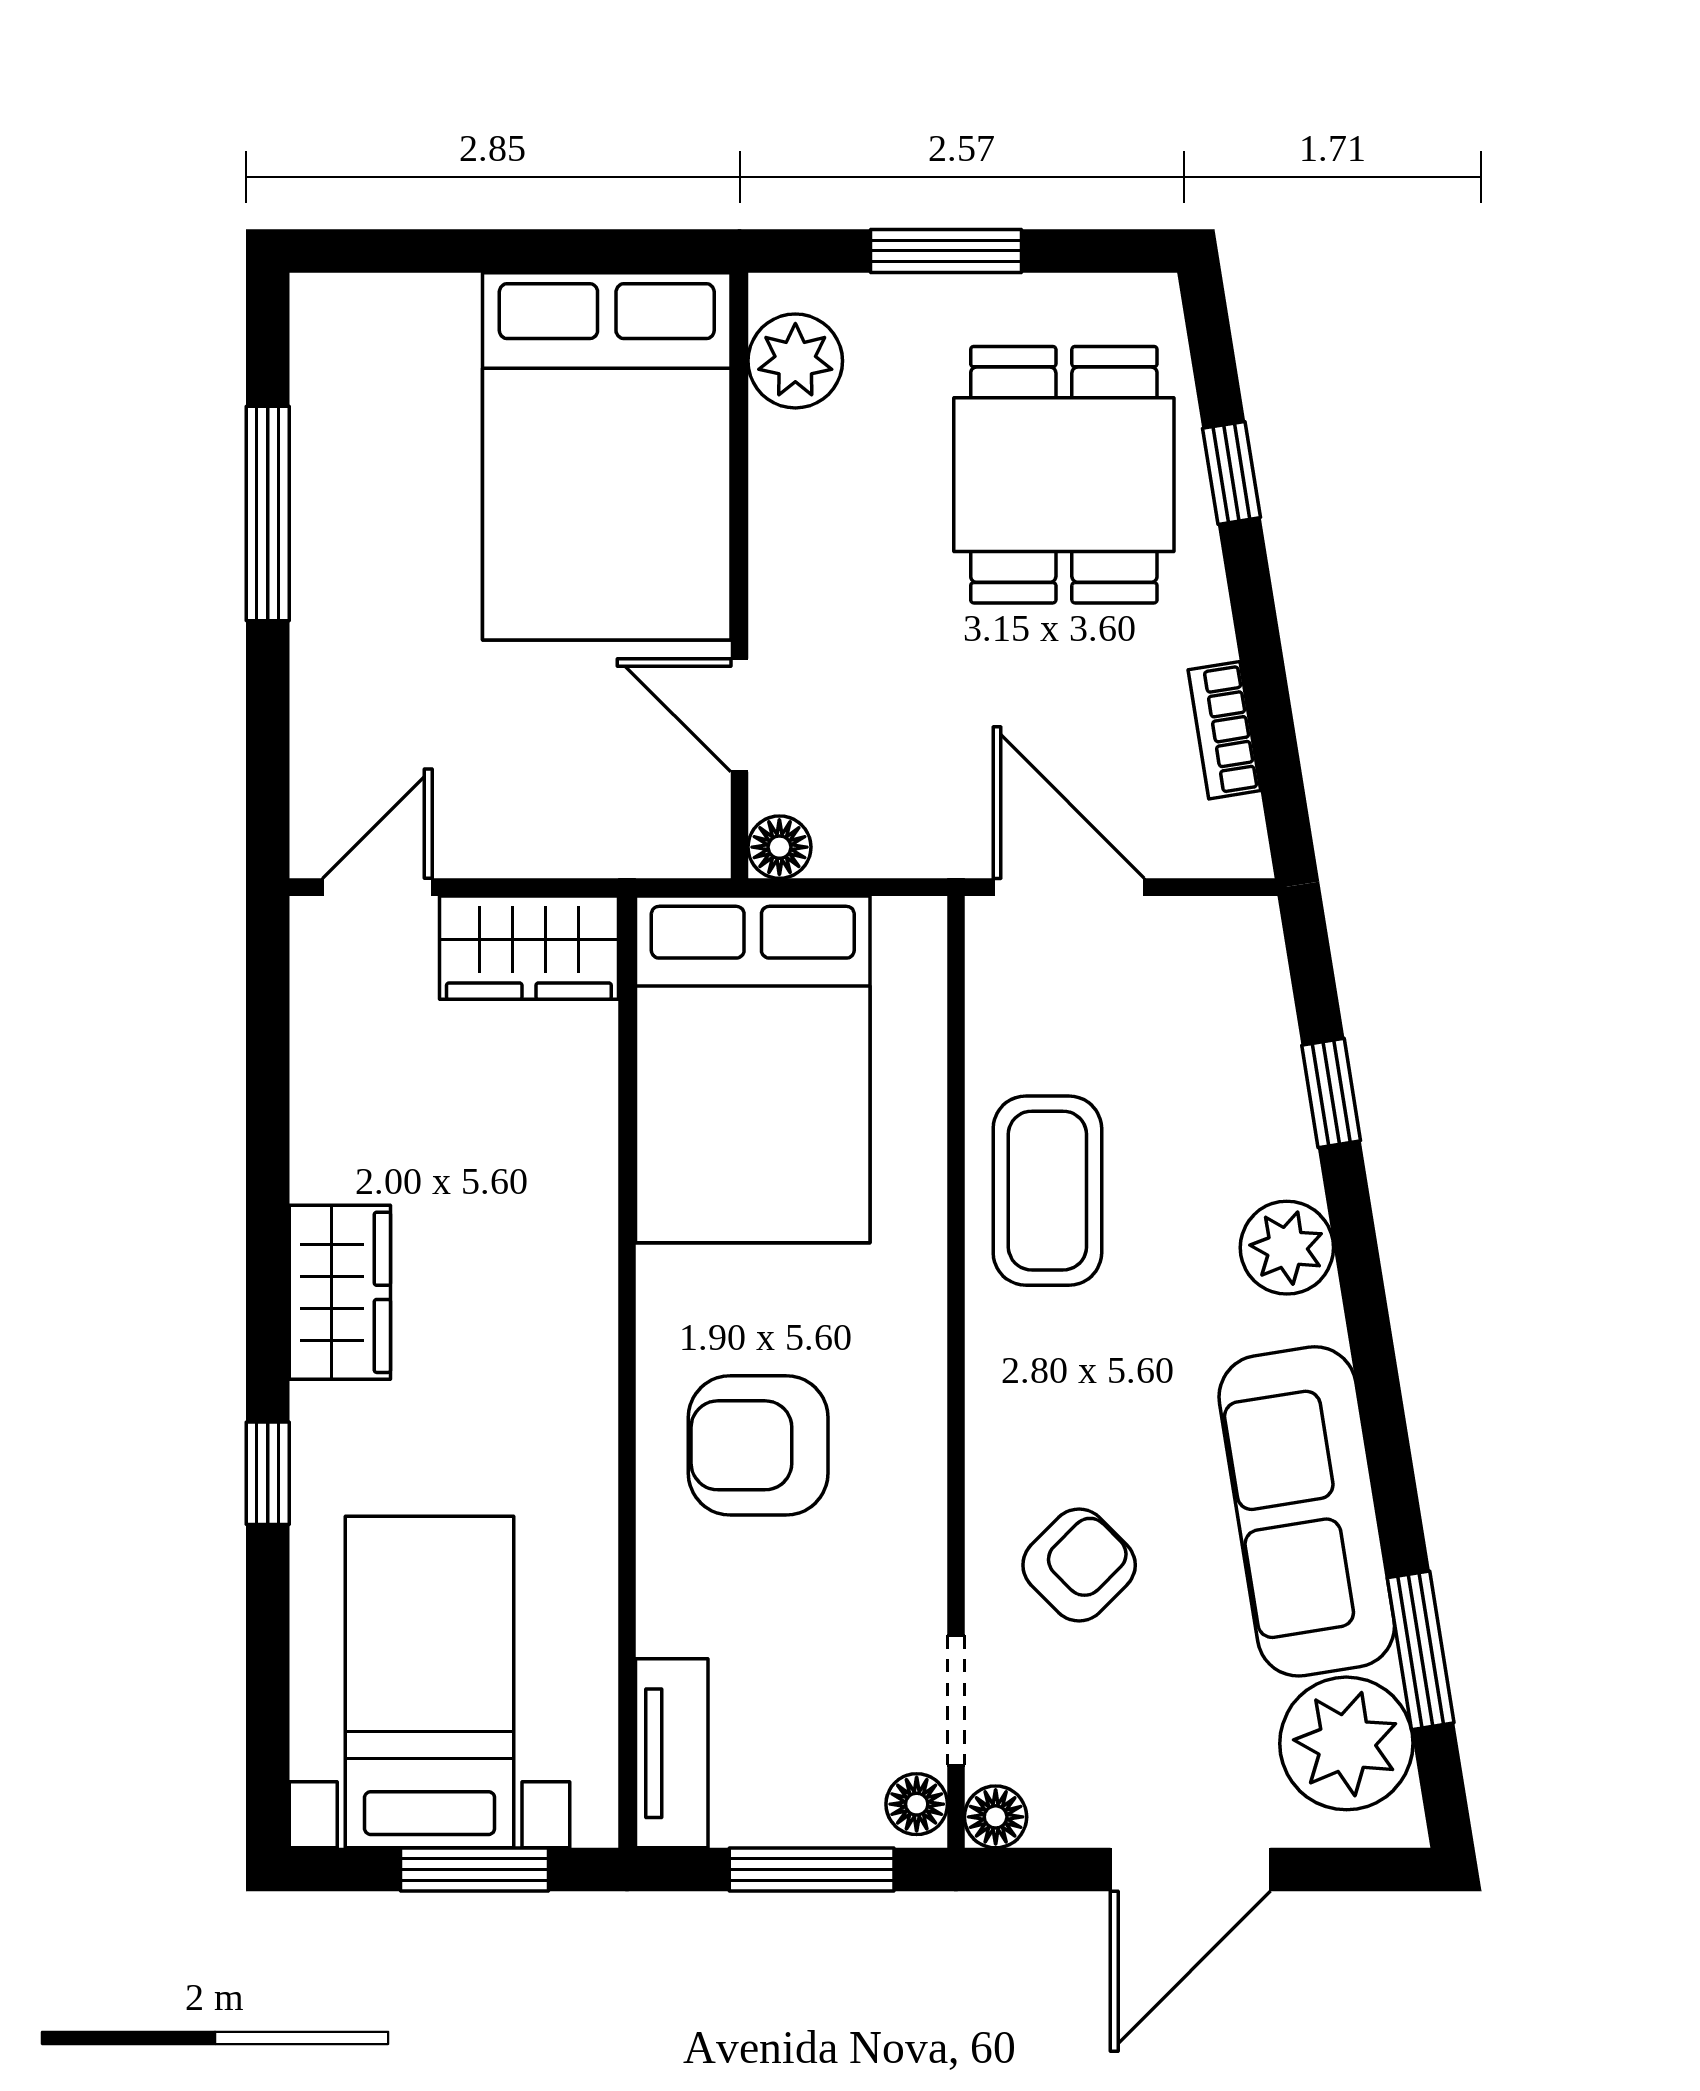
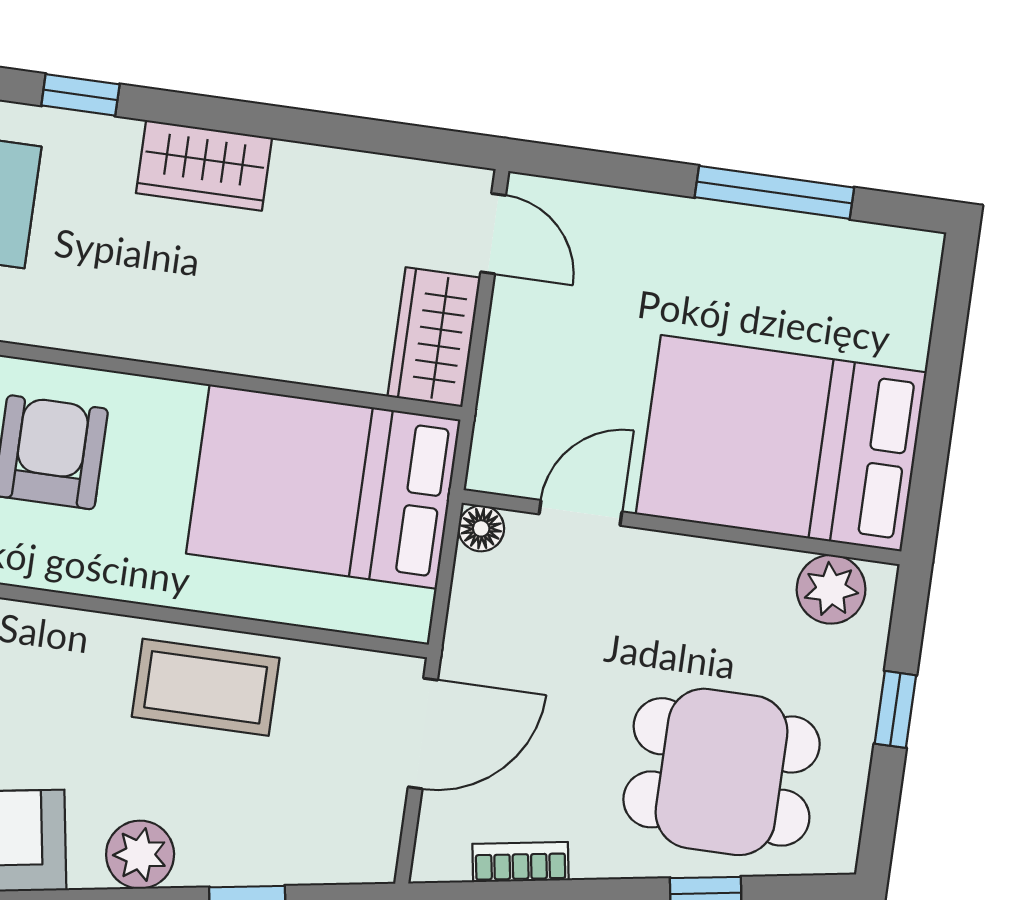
window: (946, 251) -> (895, 709), width x0.67

